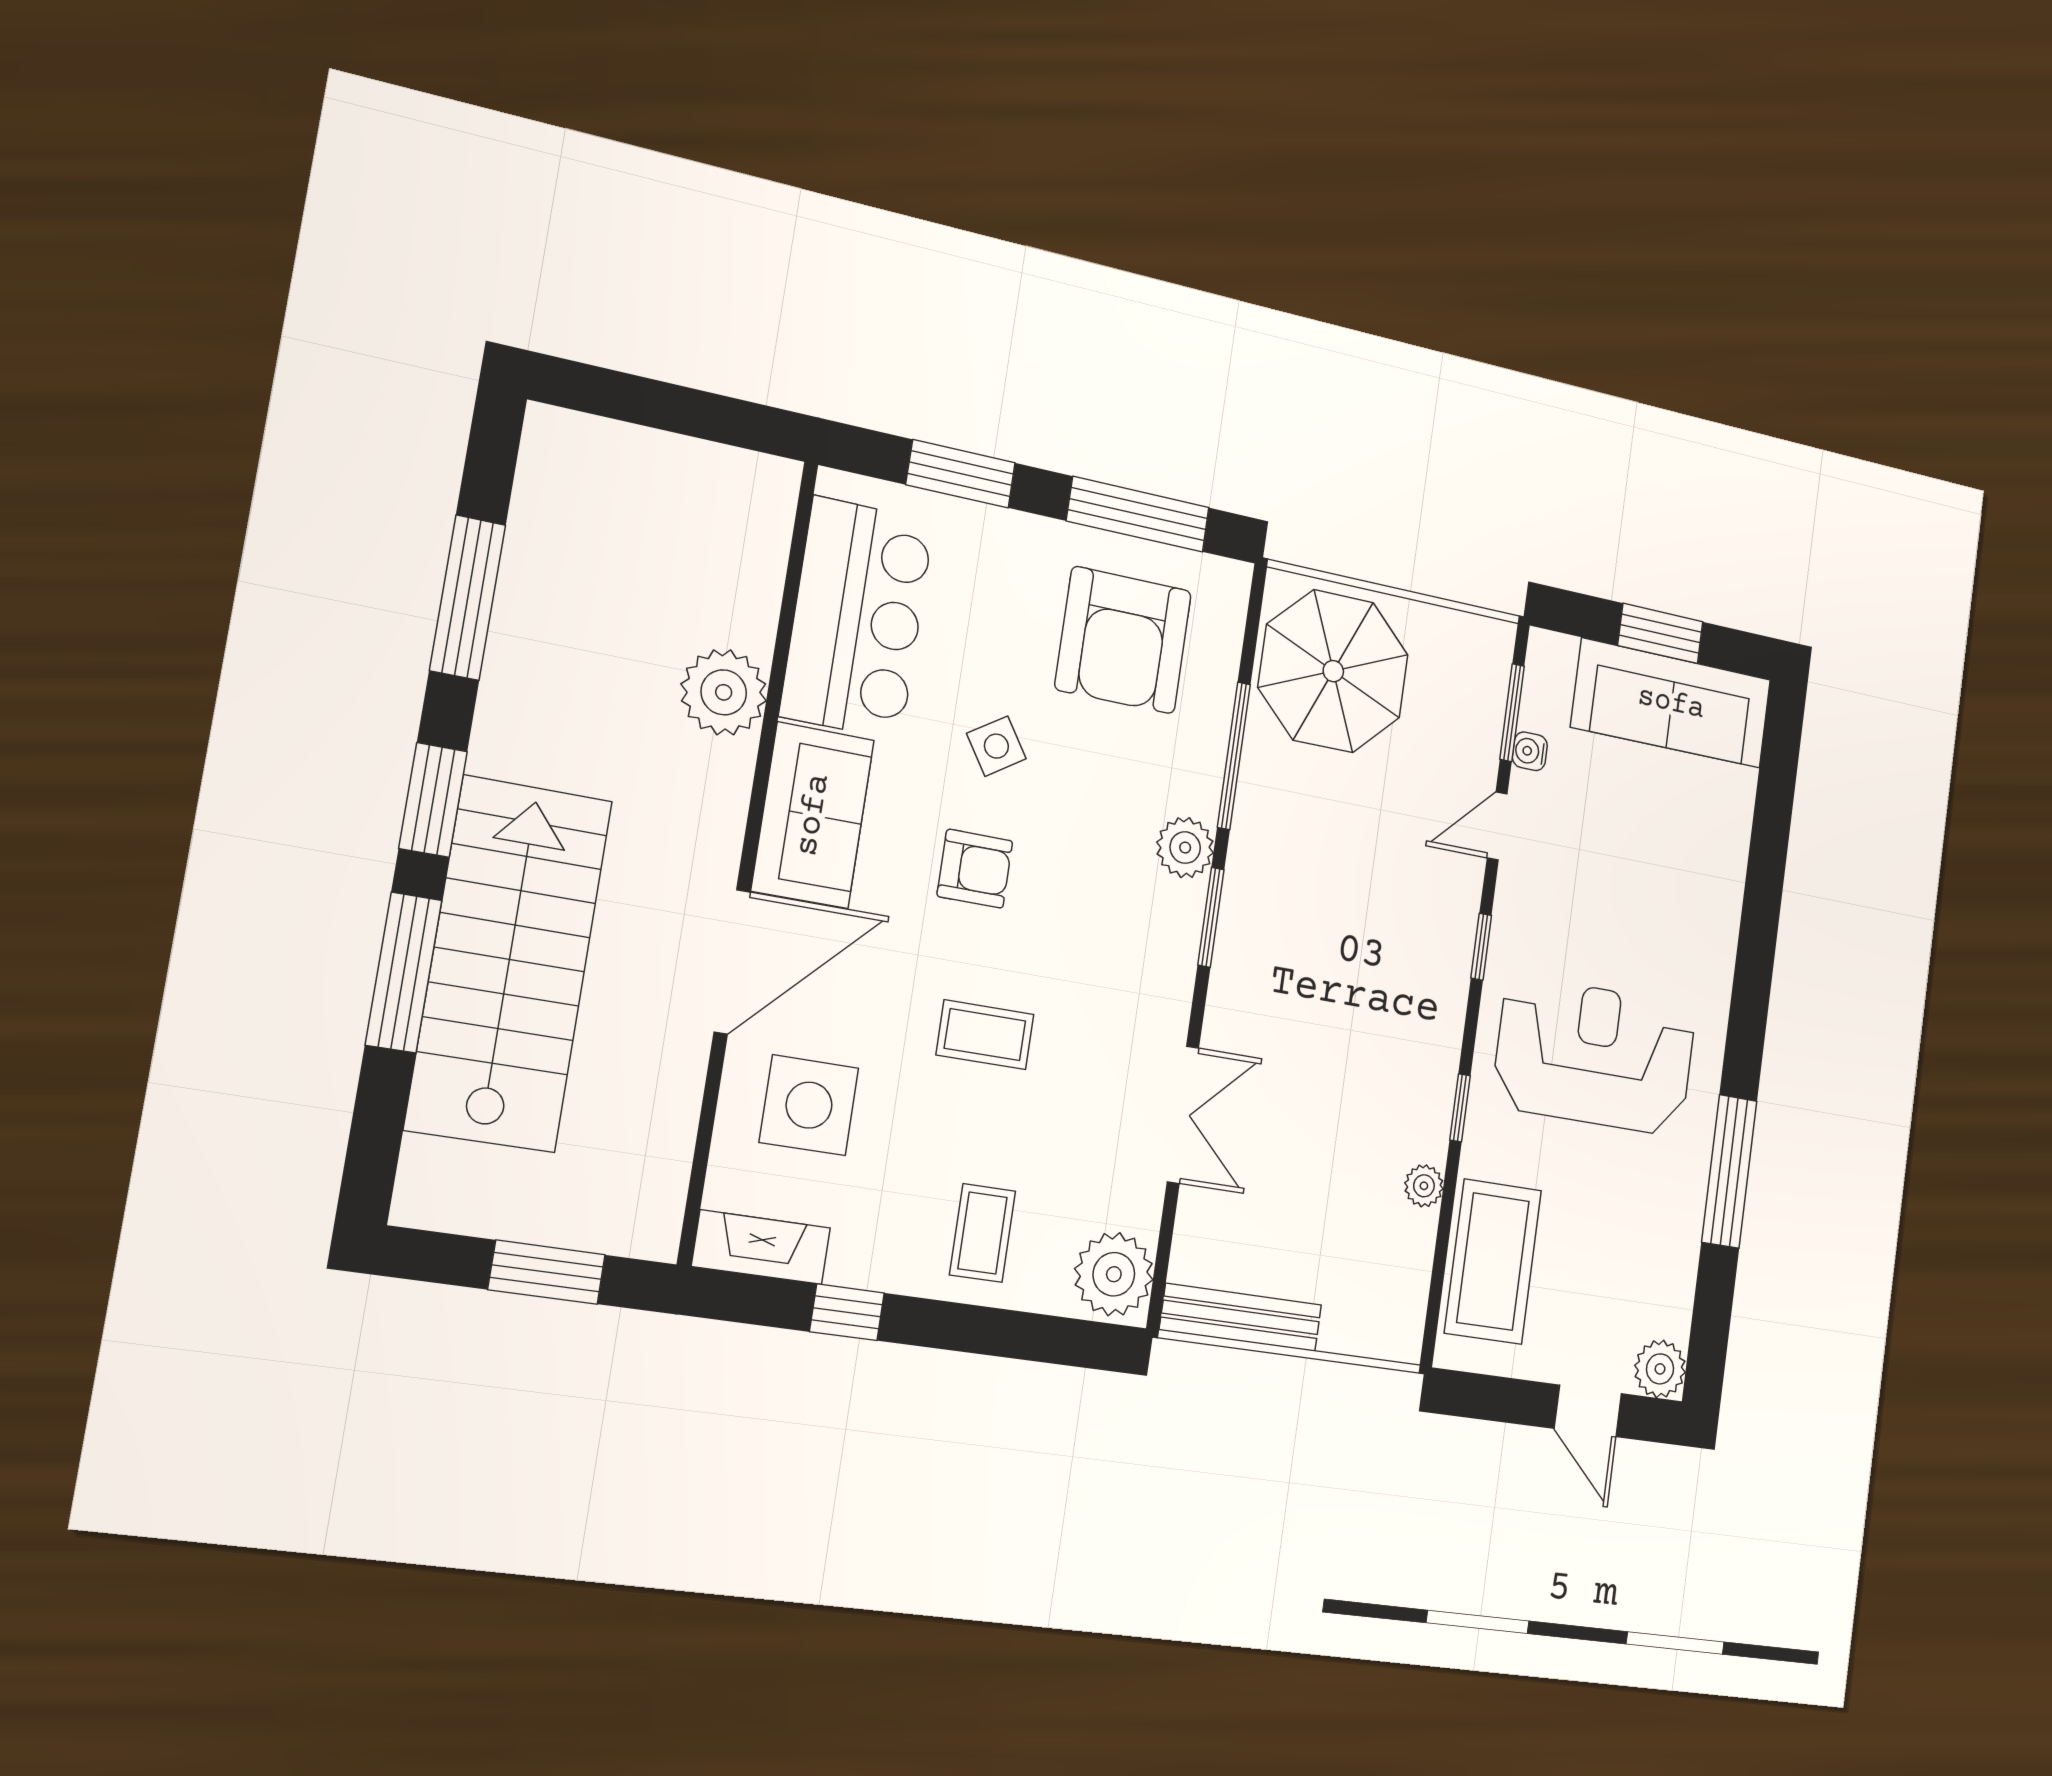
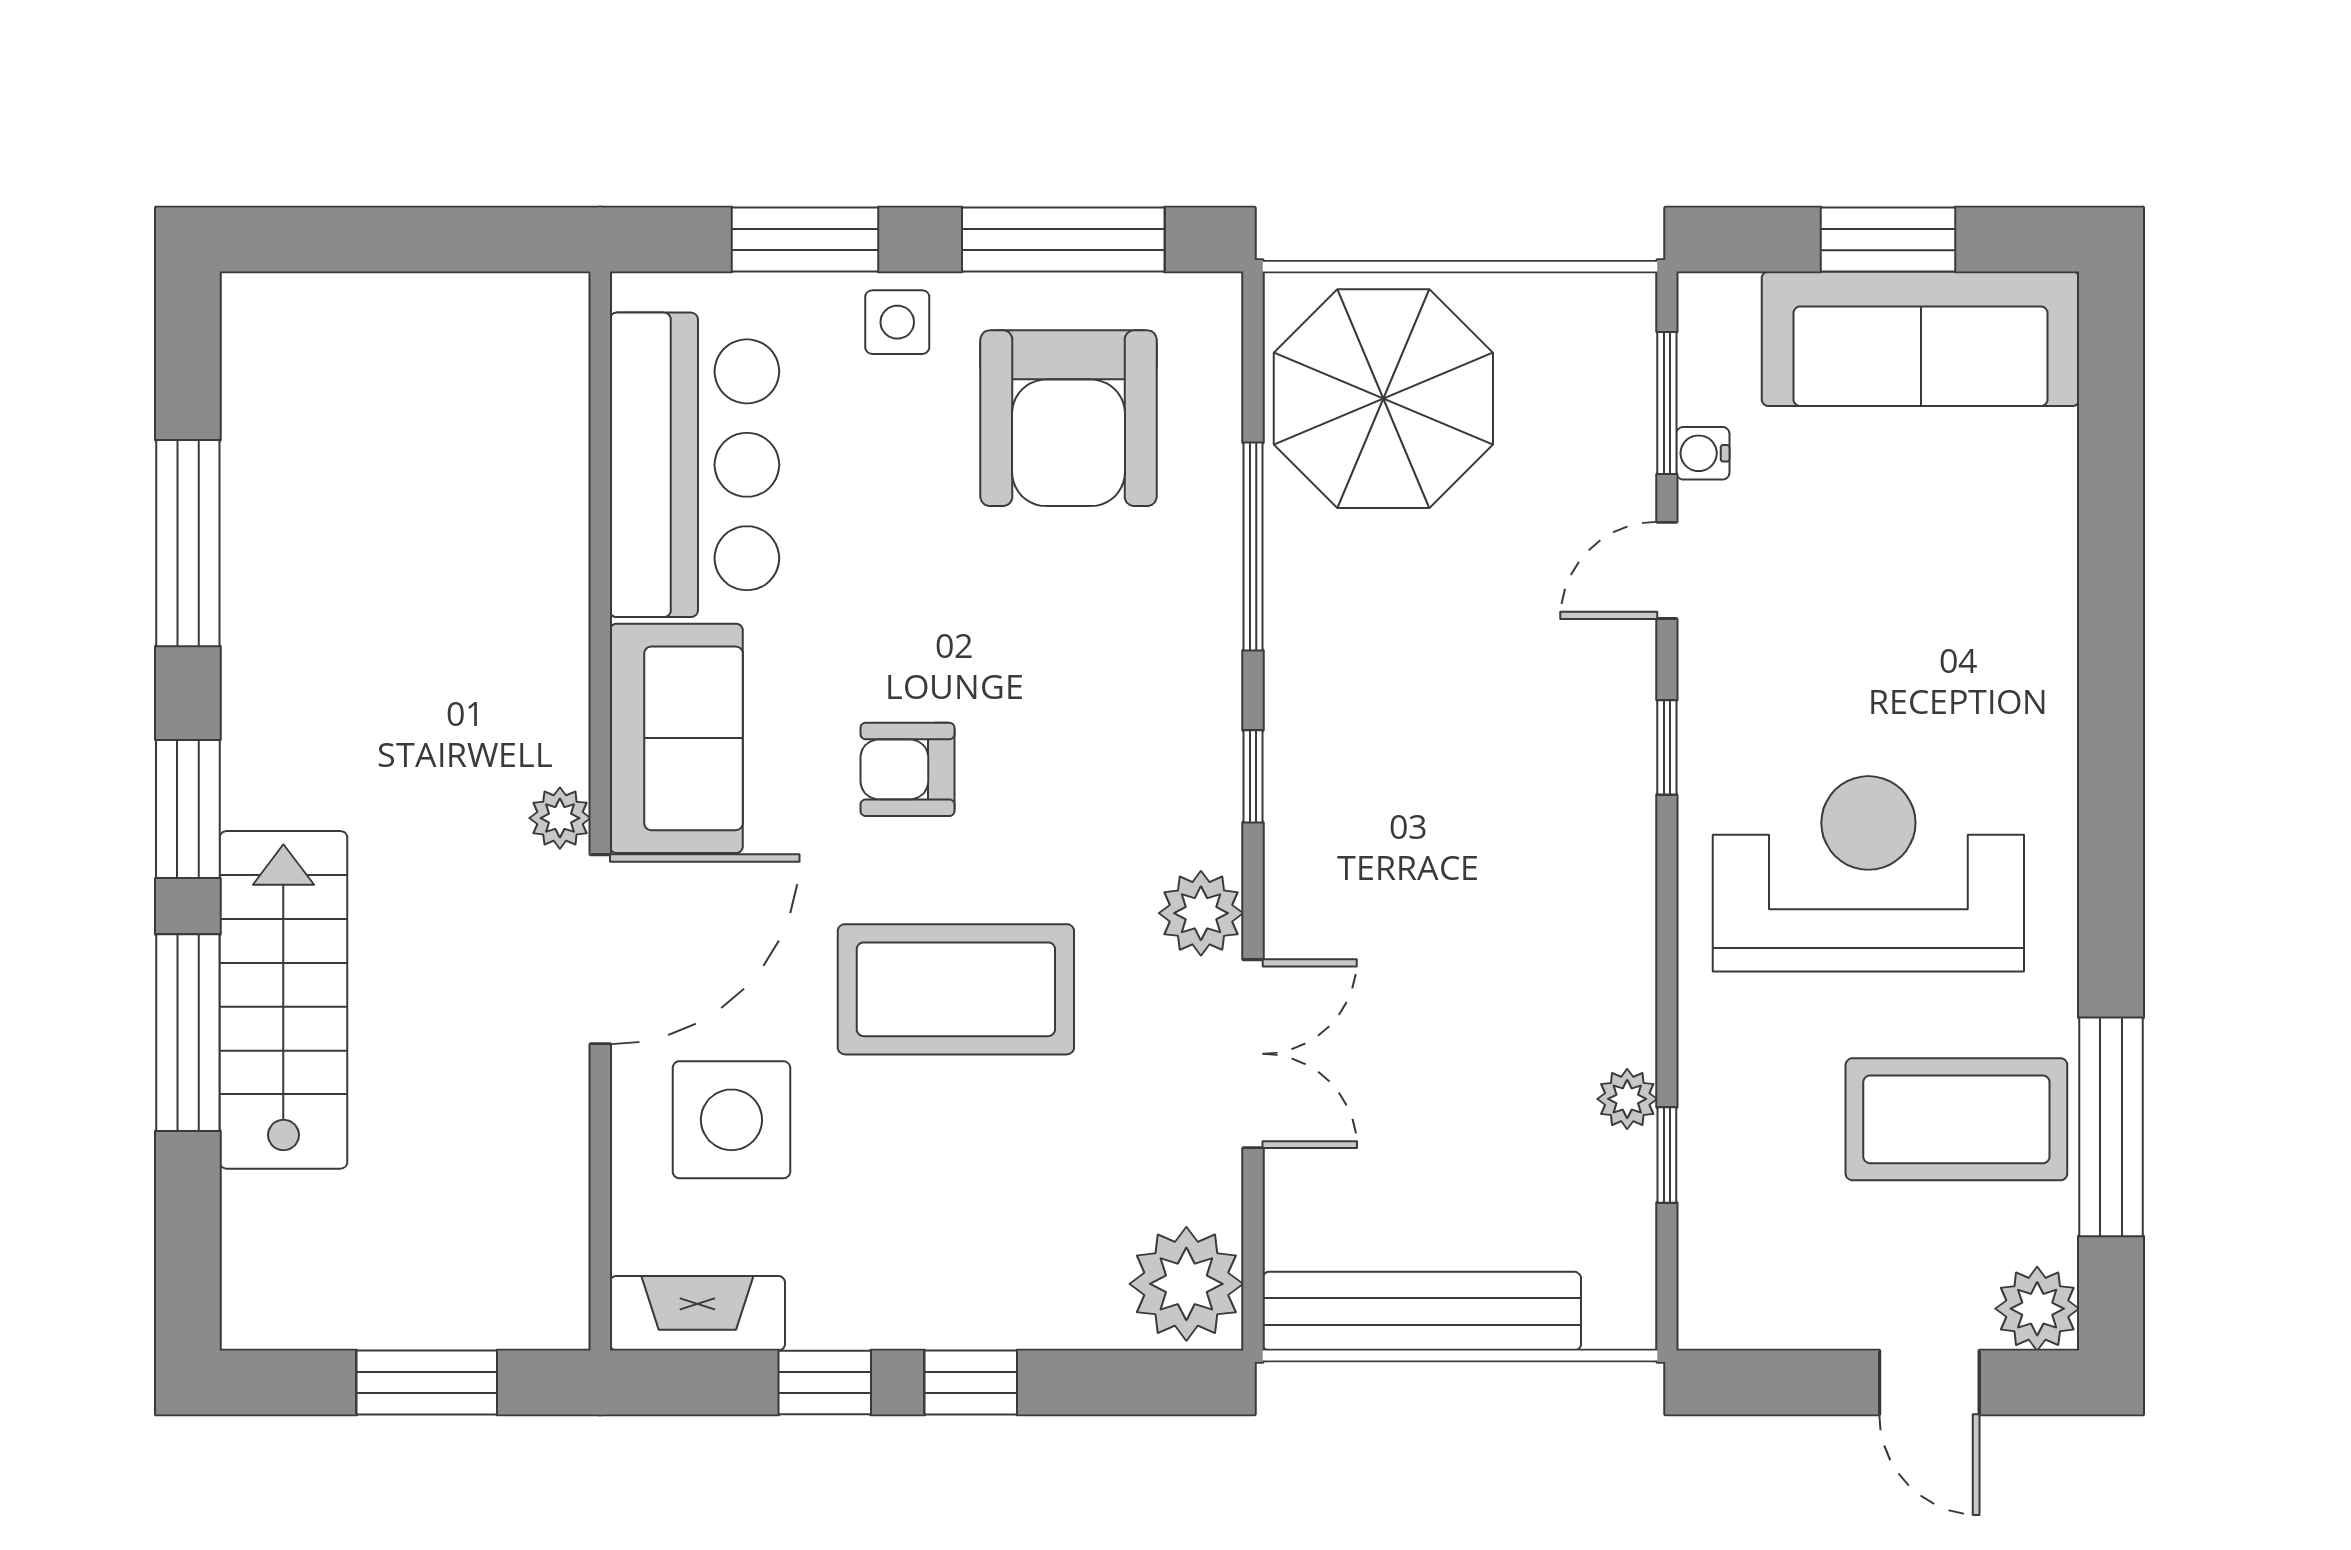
plant: (724, 692) -> (560, 818), moved, width x0.53, depth x0.53
side table: (996, 746) -> (897, 322), moved, turned 33
plant: (1185, 848) -> (1201, 913), moved
armchair: (975, 869) -> (907, 769), turned 180
window: (1211, 917) -> (1253, 776), width x0.67
stairs: (509, 964) -> (283, 1000), width x0.73, depth x0.66
coffee table: (985, 1035) -> (956, 989), width x1.86, depth x1.72
window: (1460, 1108) -> (1667, 1155), moved
window: (1729, 1171) -> (2111, 1127), moved
coffee table: (983, 1233) -> (993, 1254), removed
coffee table: (1493, 1262) -> (1956, 1119), moved, turned 90
bench: (1241, 1317) -> (1422, 1311), width x1.37, depth x1.21
window: (952, 1326) -> (971, 1383), added

